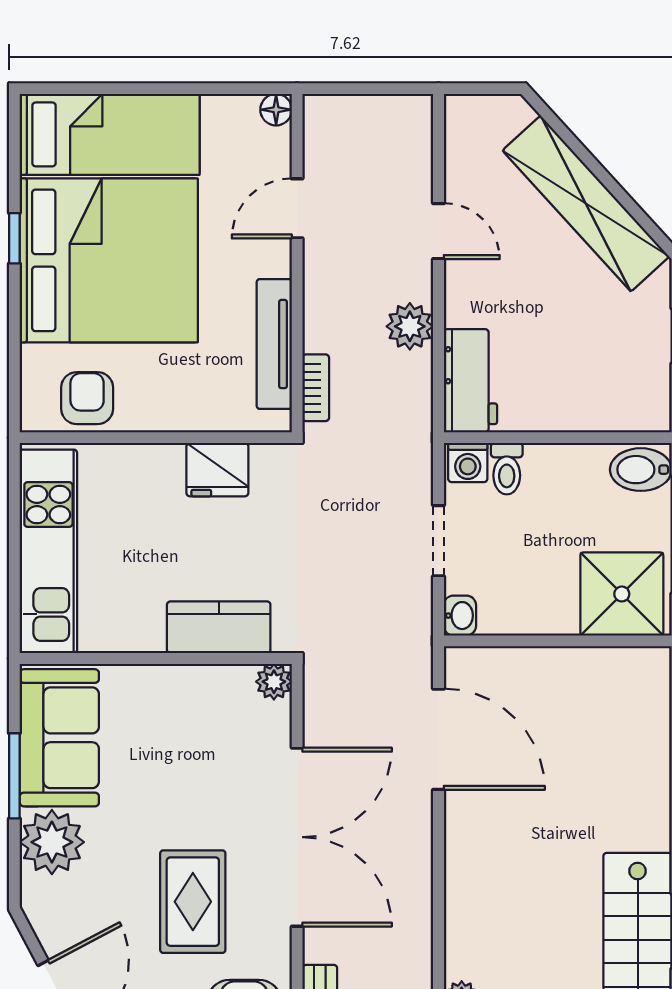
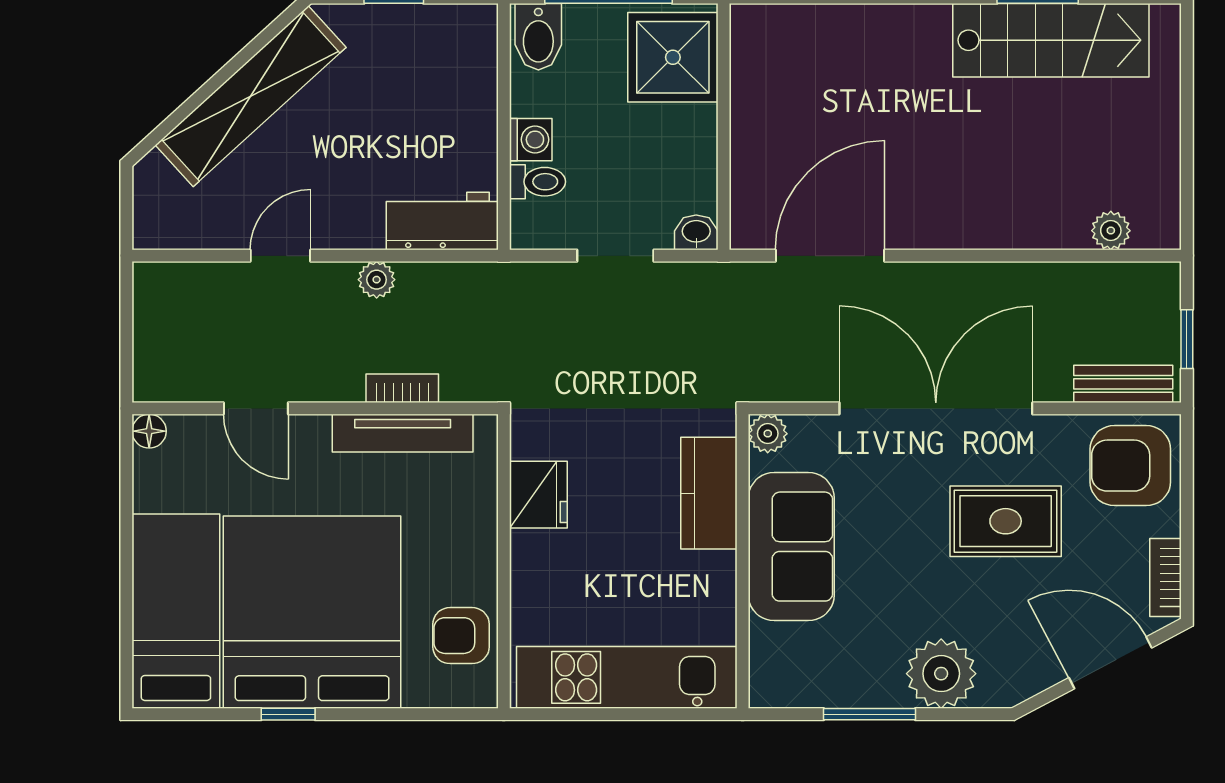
plant: (410, 326) -> (377, 280), width x0.73, depth x0.73
bookcase: (316, 388) -> (402, 388), moved
washing machine: (468, 463) -> (531, 140), moved
sofa: (59, 738) -> (791, 547), moved, turned 90

